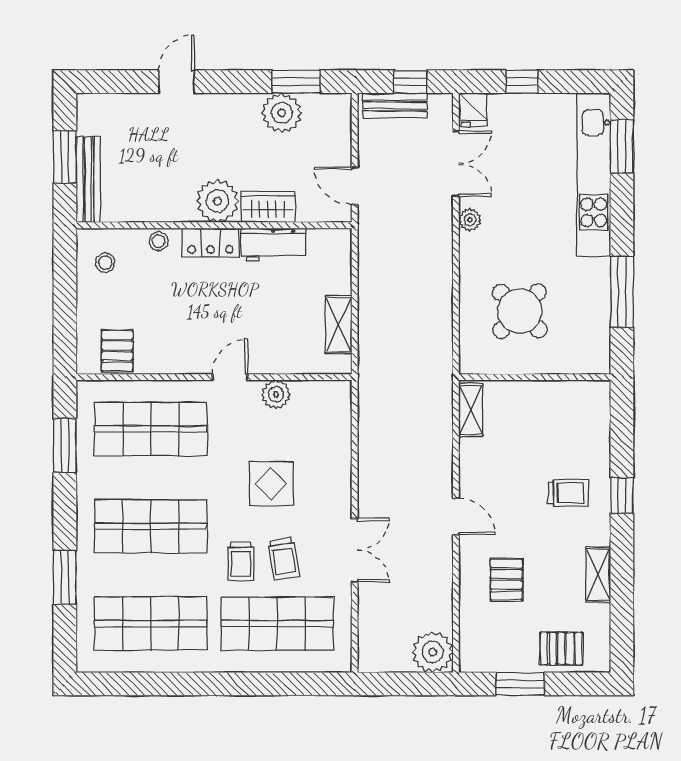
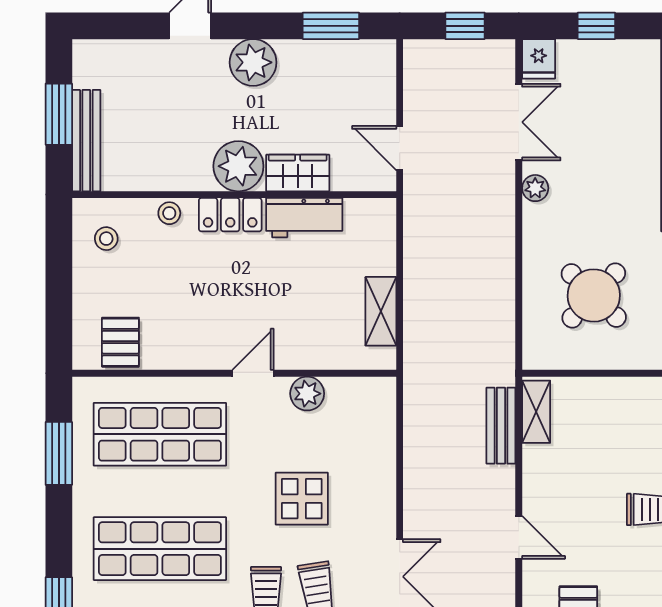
bench: (395, 105) -> (501, 426), moved, turned 90
plant: (282, 113) -> (253, 62), moved

